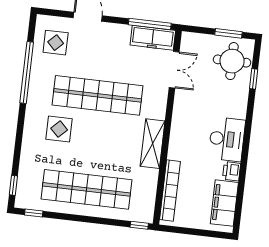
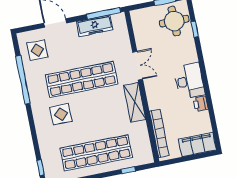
freezer: (153, 38) -> (95, 26), moved
double door: (174, 70) -> (138, 66), moved
filing cabinet: (224, 203) -> (197, 145), moved, turned 90
window: (139, 225) -> (128, 170), moved

